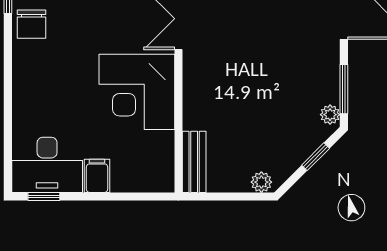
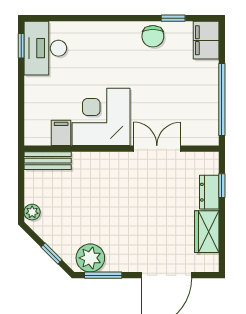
chair: (31, 24) -> (153, 36), turned -90
plant: (330, 115) -> (90, 258), width x1.88, depth x1.88
filing cabinet: (97, 176) -> (61, 133), moved, turned -90

